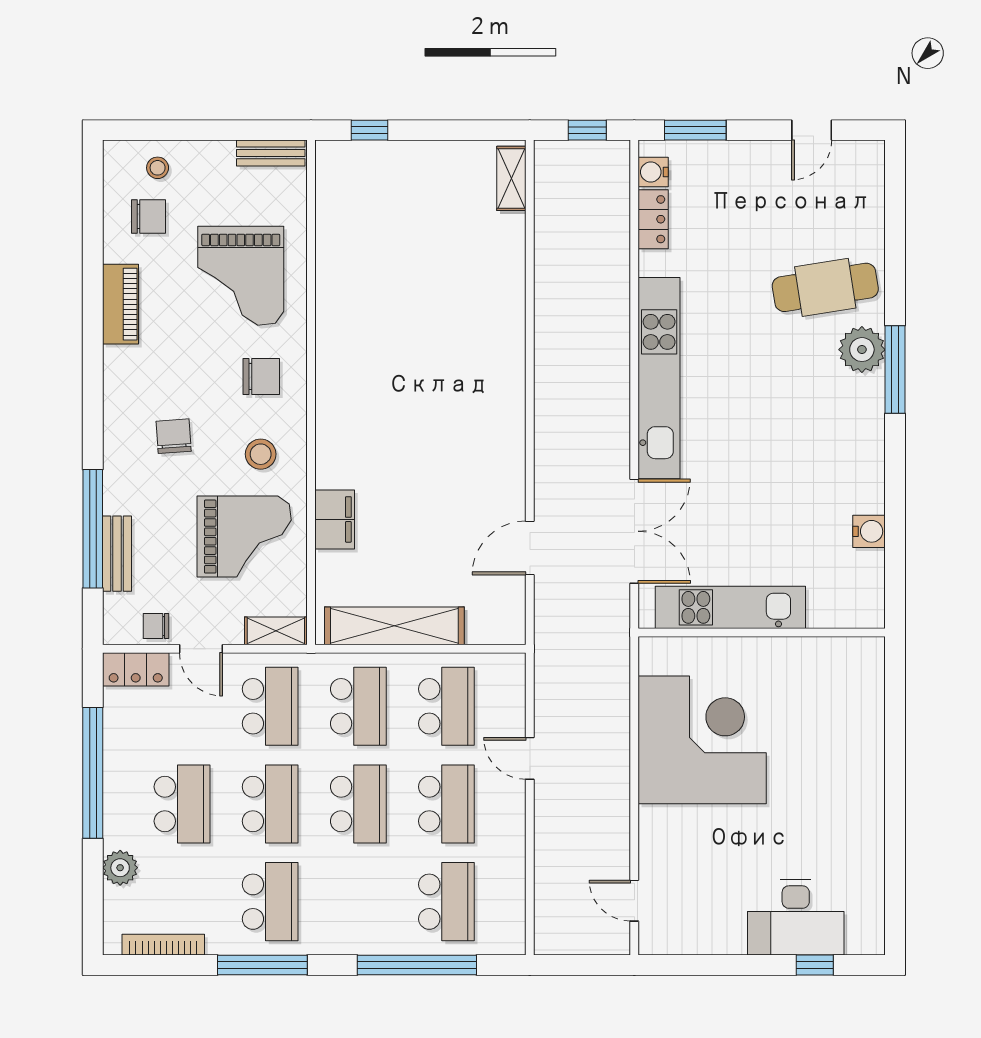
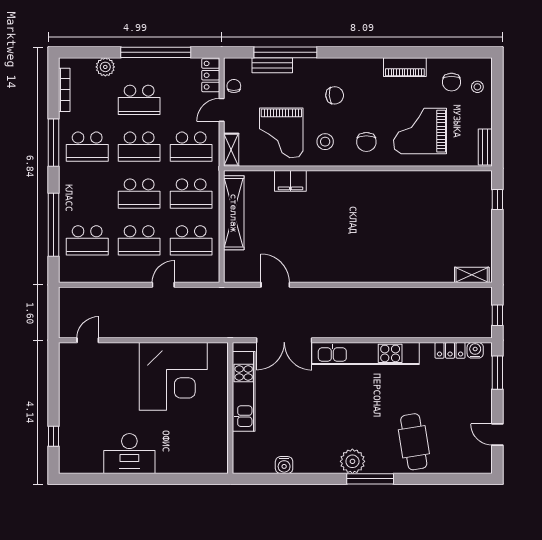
plant: (862, 350) -> (352, 461), moved
desk: (796, 917) -> (129, 454), moved, turned -90

